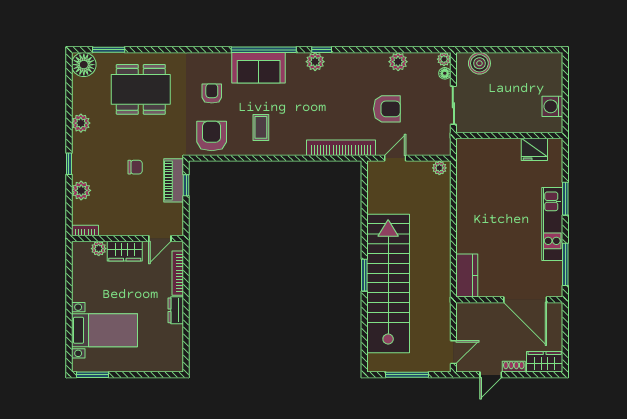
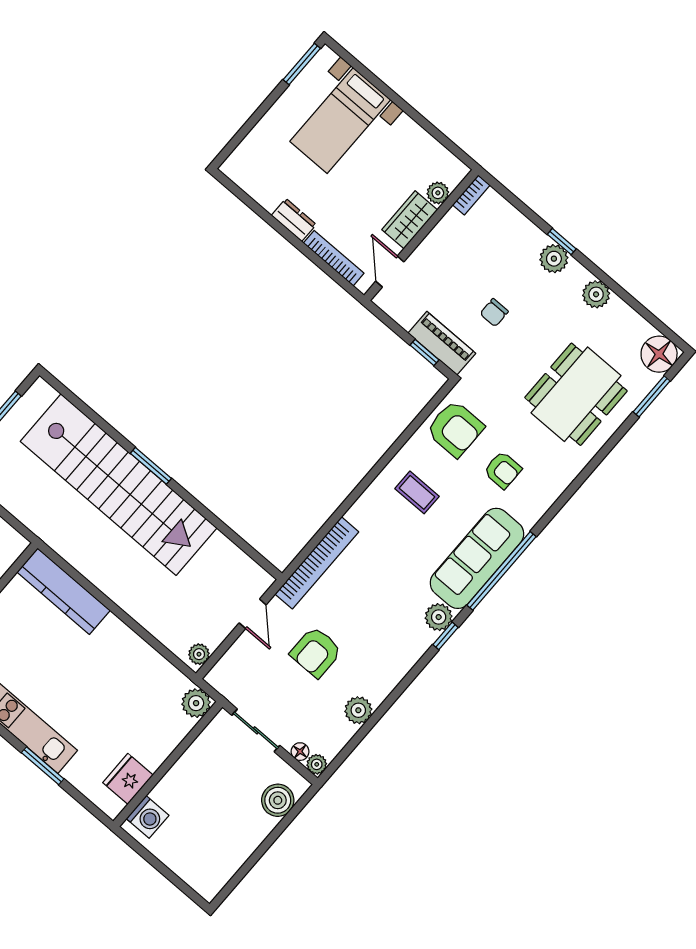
sofa: (259, 68) -> (477, 558), width x1.36
washing machine: (552, 106) -> (148, 817), moved, turned 90
plant: (466, 148) -> (196, 703), added
plant: (81, 190) -> (554, 259), moved
kitchen counter: (467, 276) -> (64, 591), width x1.50

